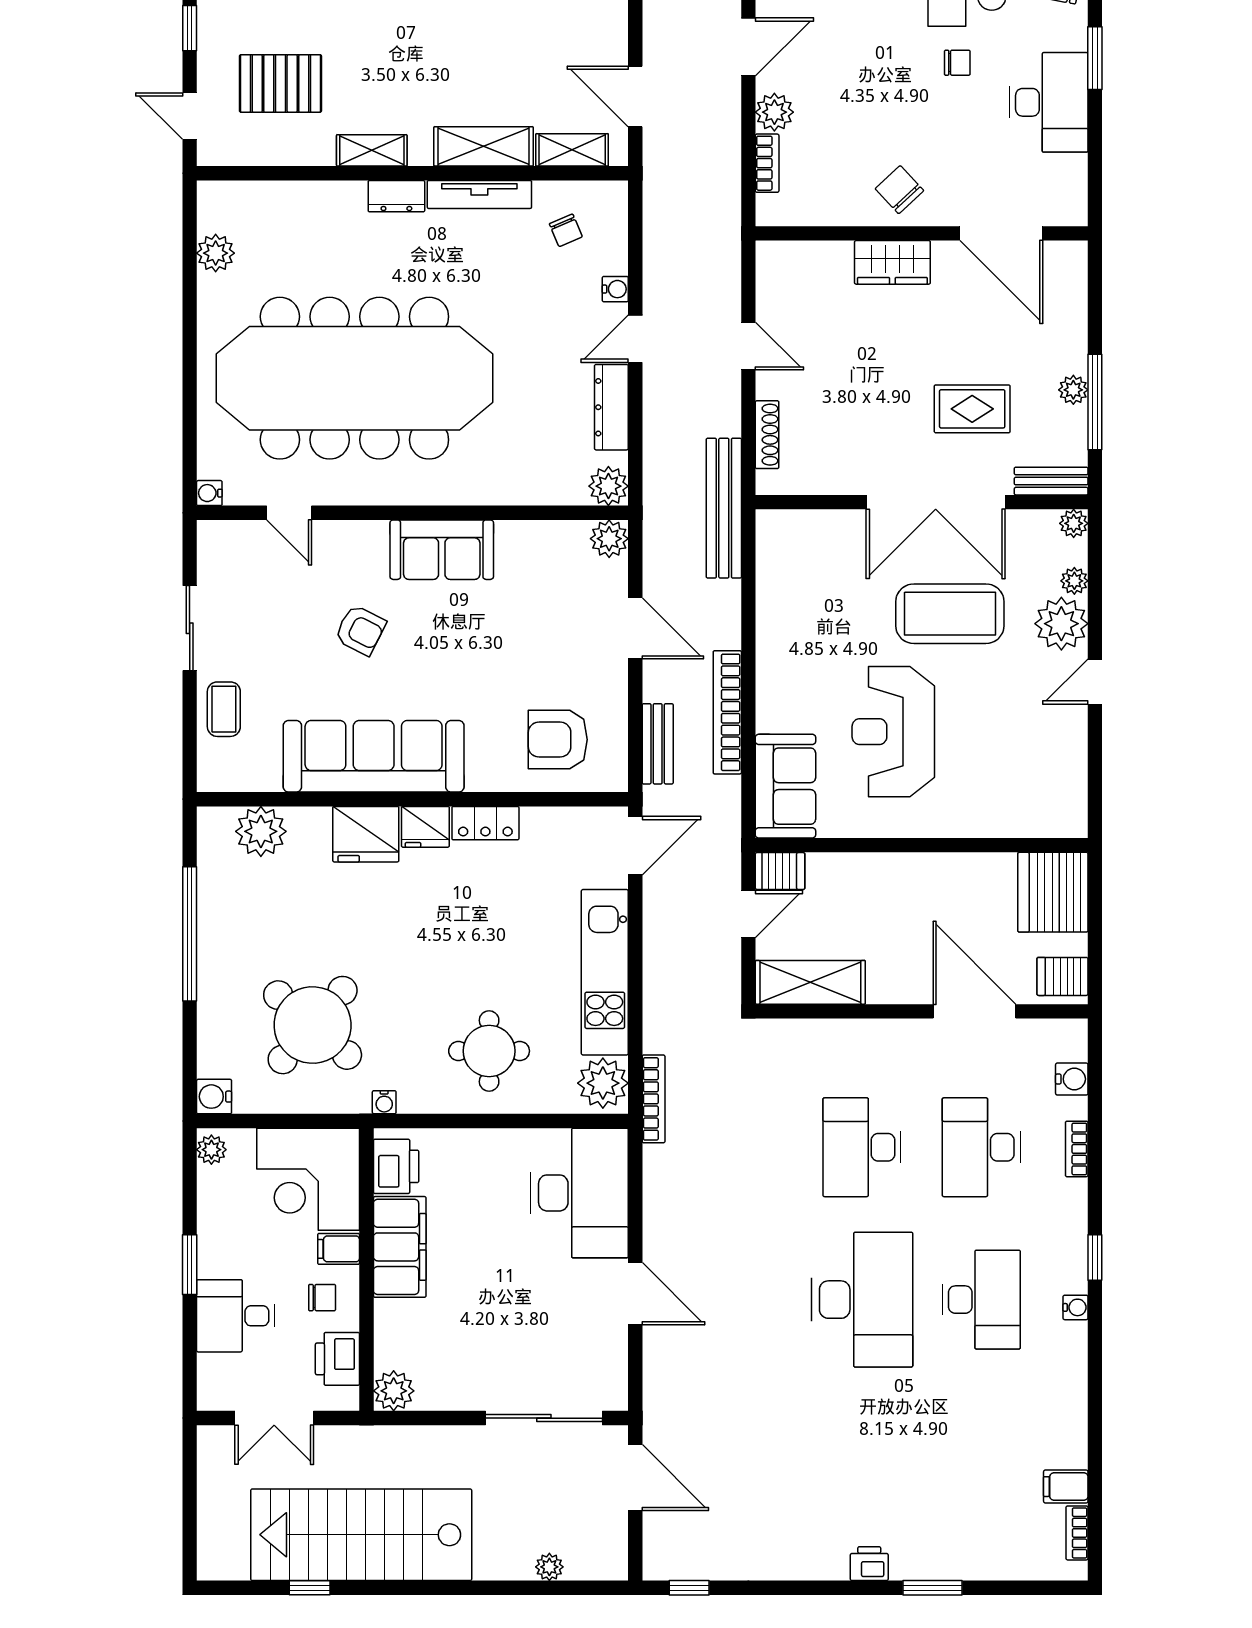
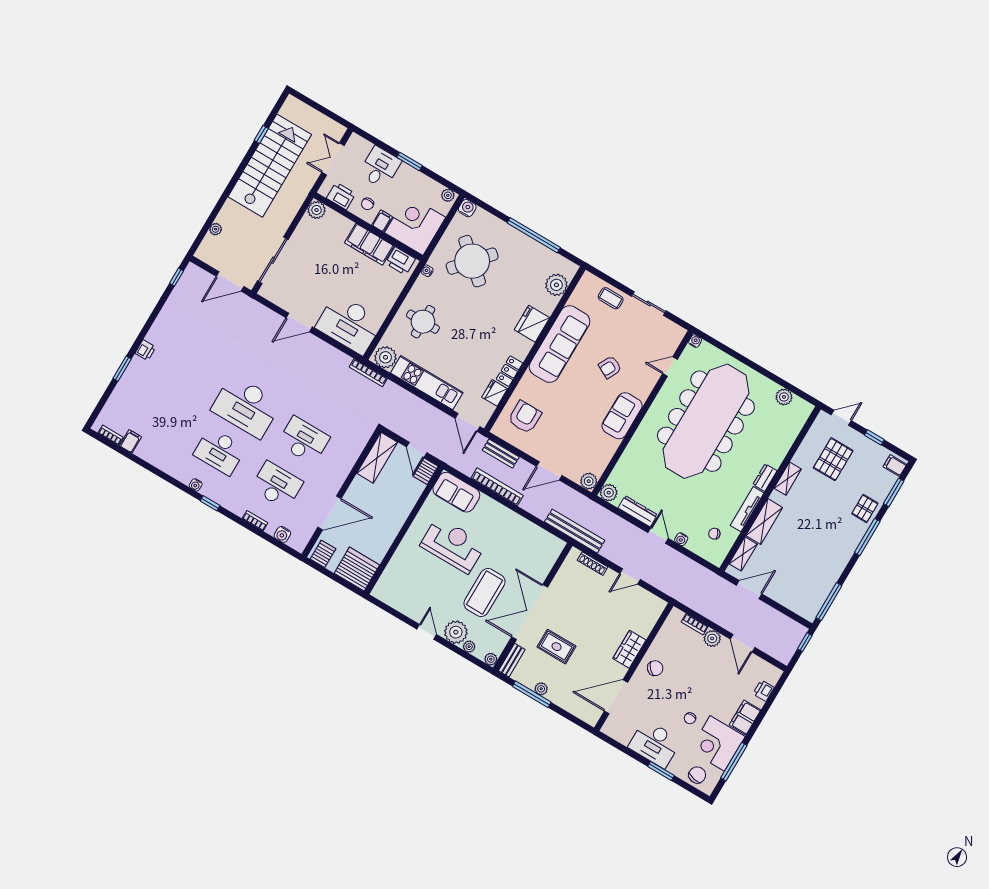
rug: (972, 409) -> (557, 647), turned 90
fridge: (425, 827) -> (495, 393), moved

